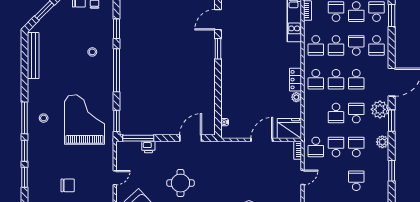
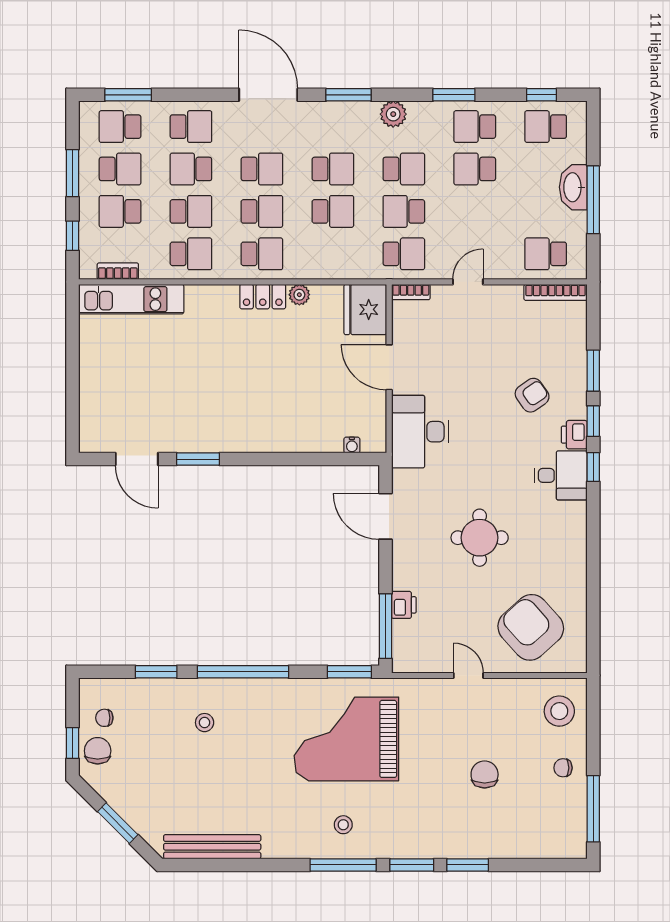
plant: (380, 109) -> (325, 120), removed
school desk: (356, 113) -> (333, 169), turned 180
school desk: (356, 147) -> (404, 169), turned 180
desk: (231, 155) -> (420, 432), added
door: (302, 177) -> (468, 282), hinge flipped
school desk: (376, 181) -> (475, 127), added

